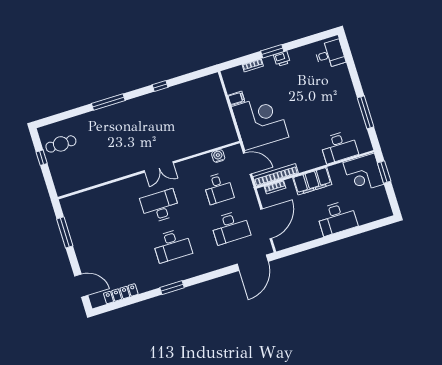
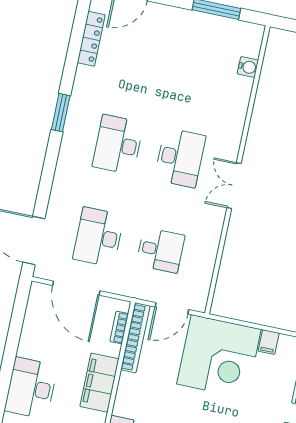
water cooler: (218, 156) -> (248, 67), moved
desk: (218, 188) -> (160, 250), turned 180

